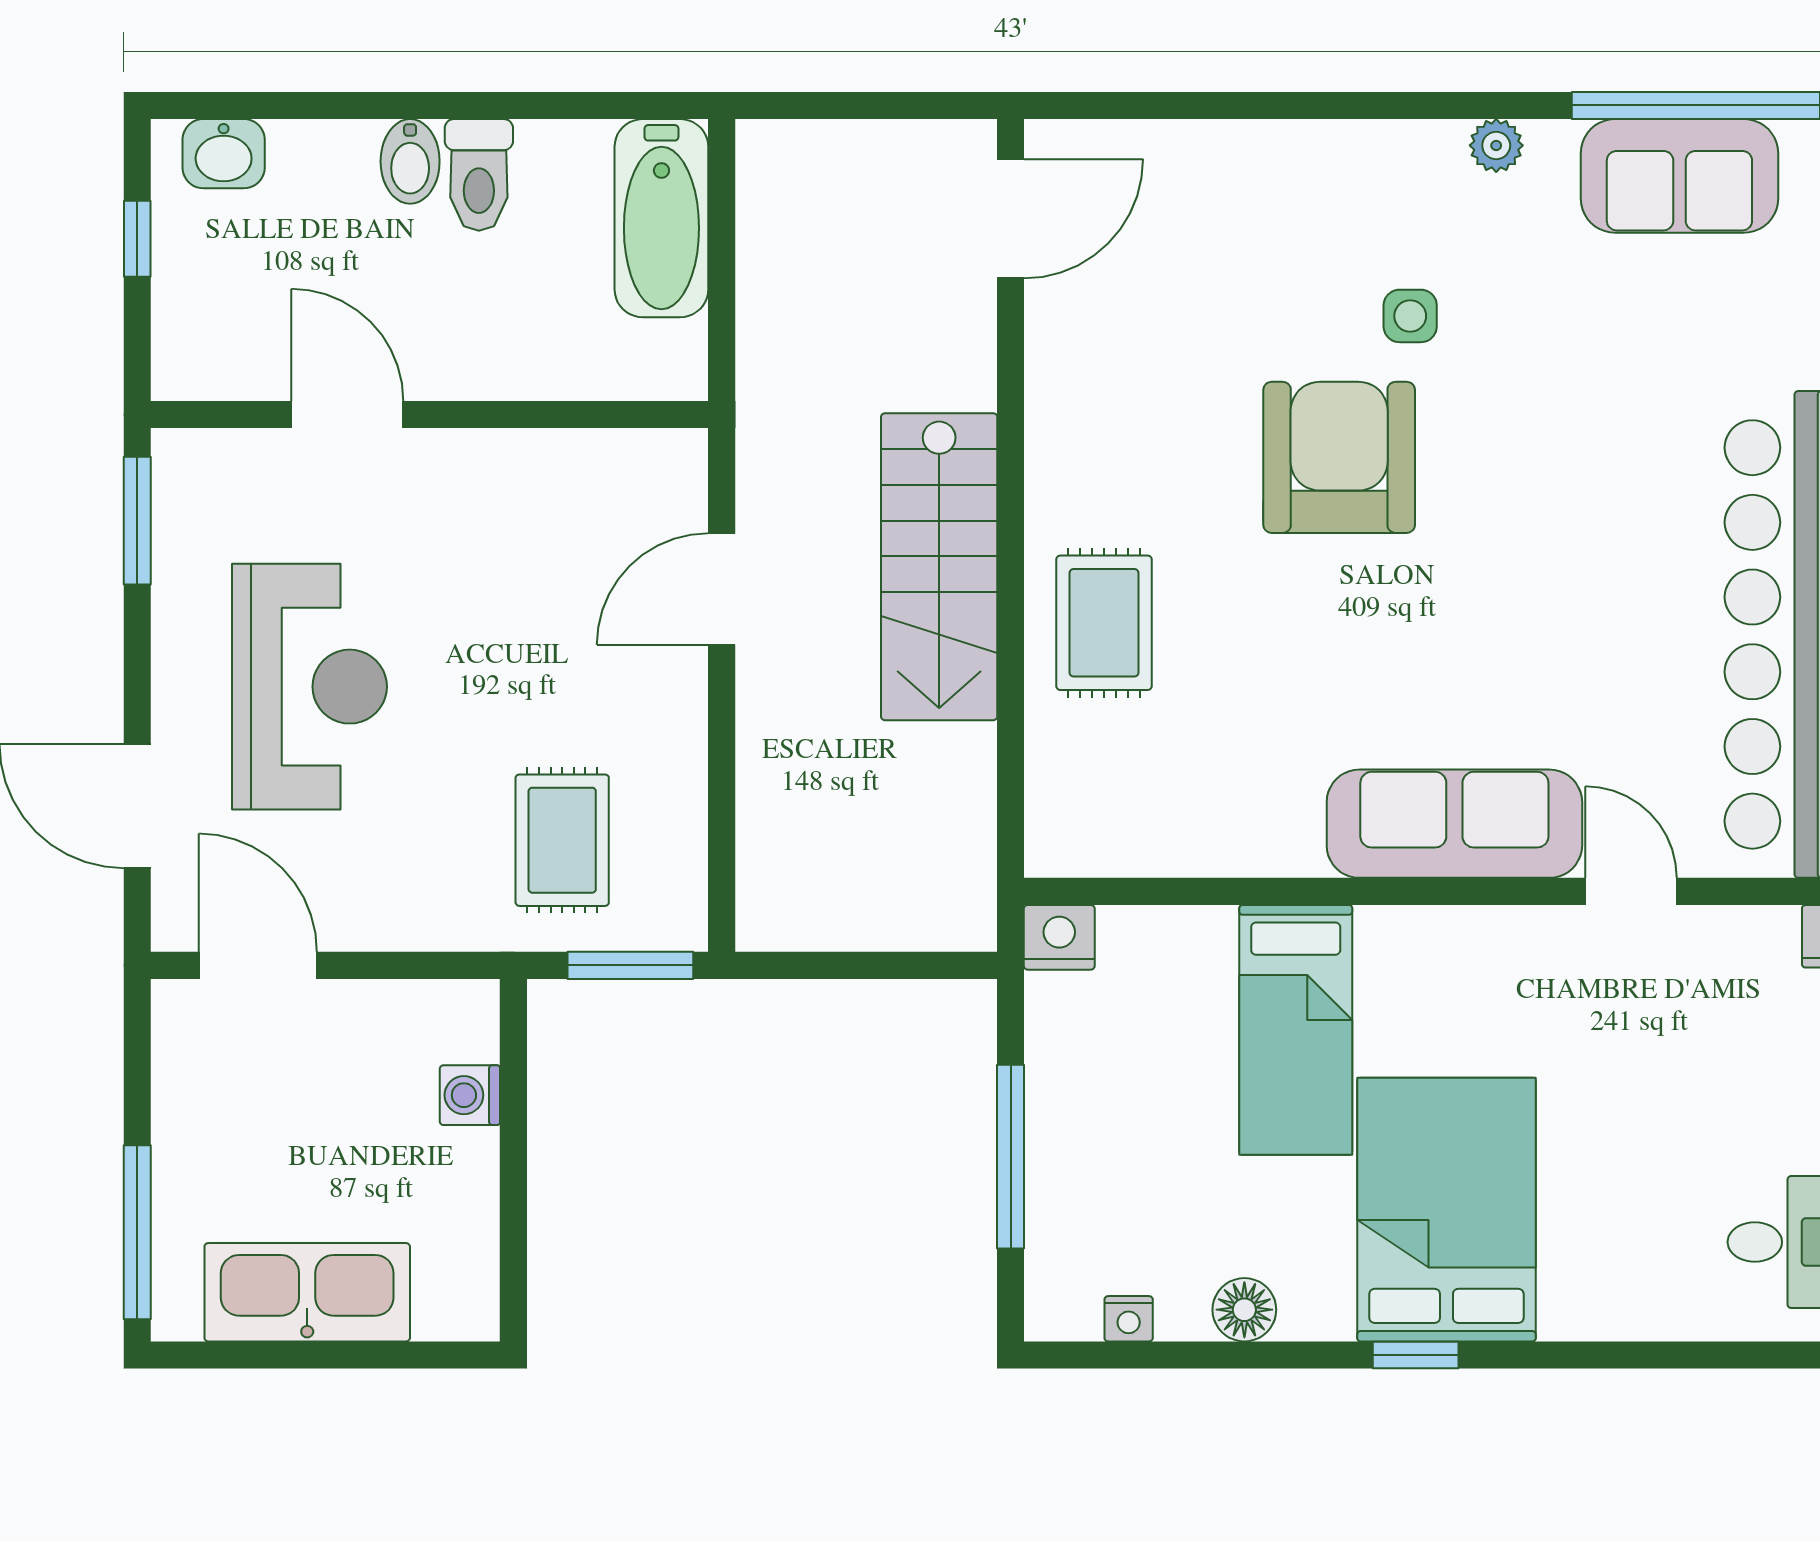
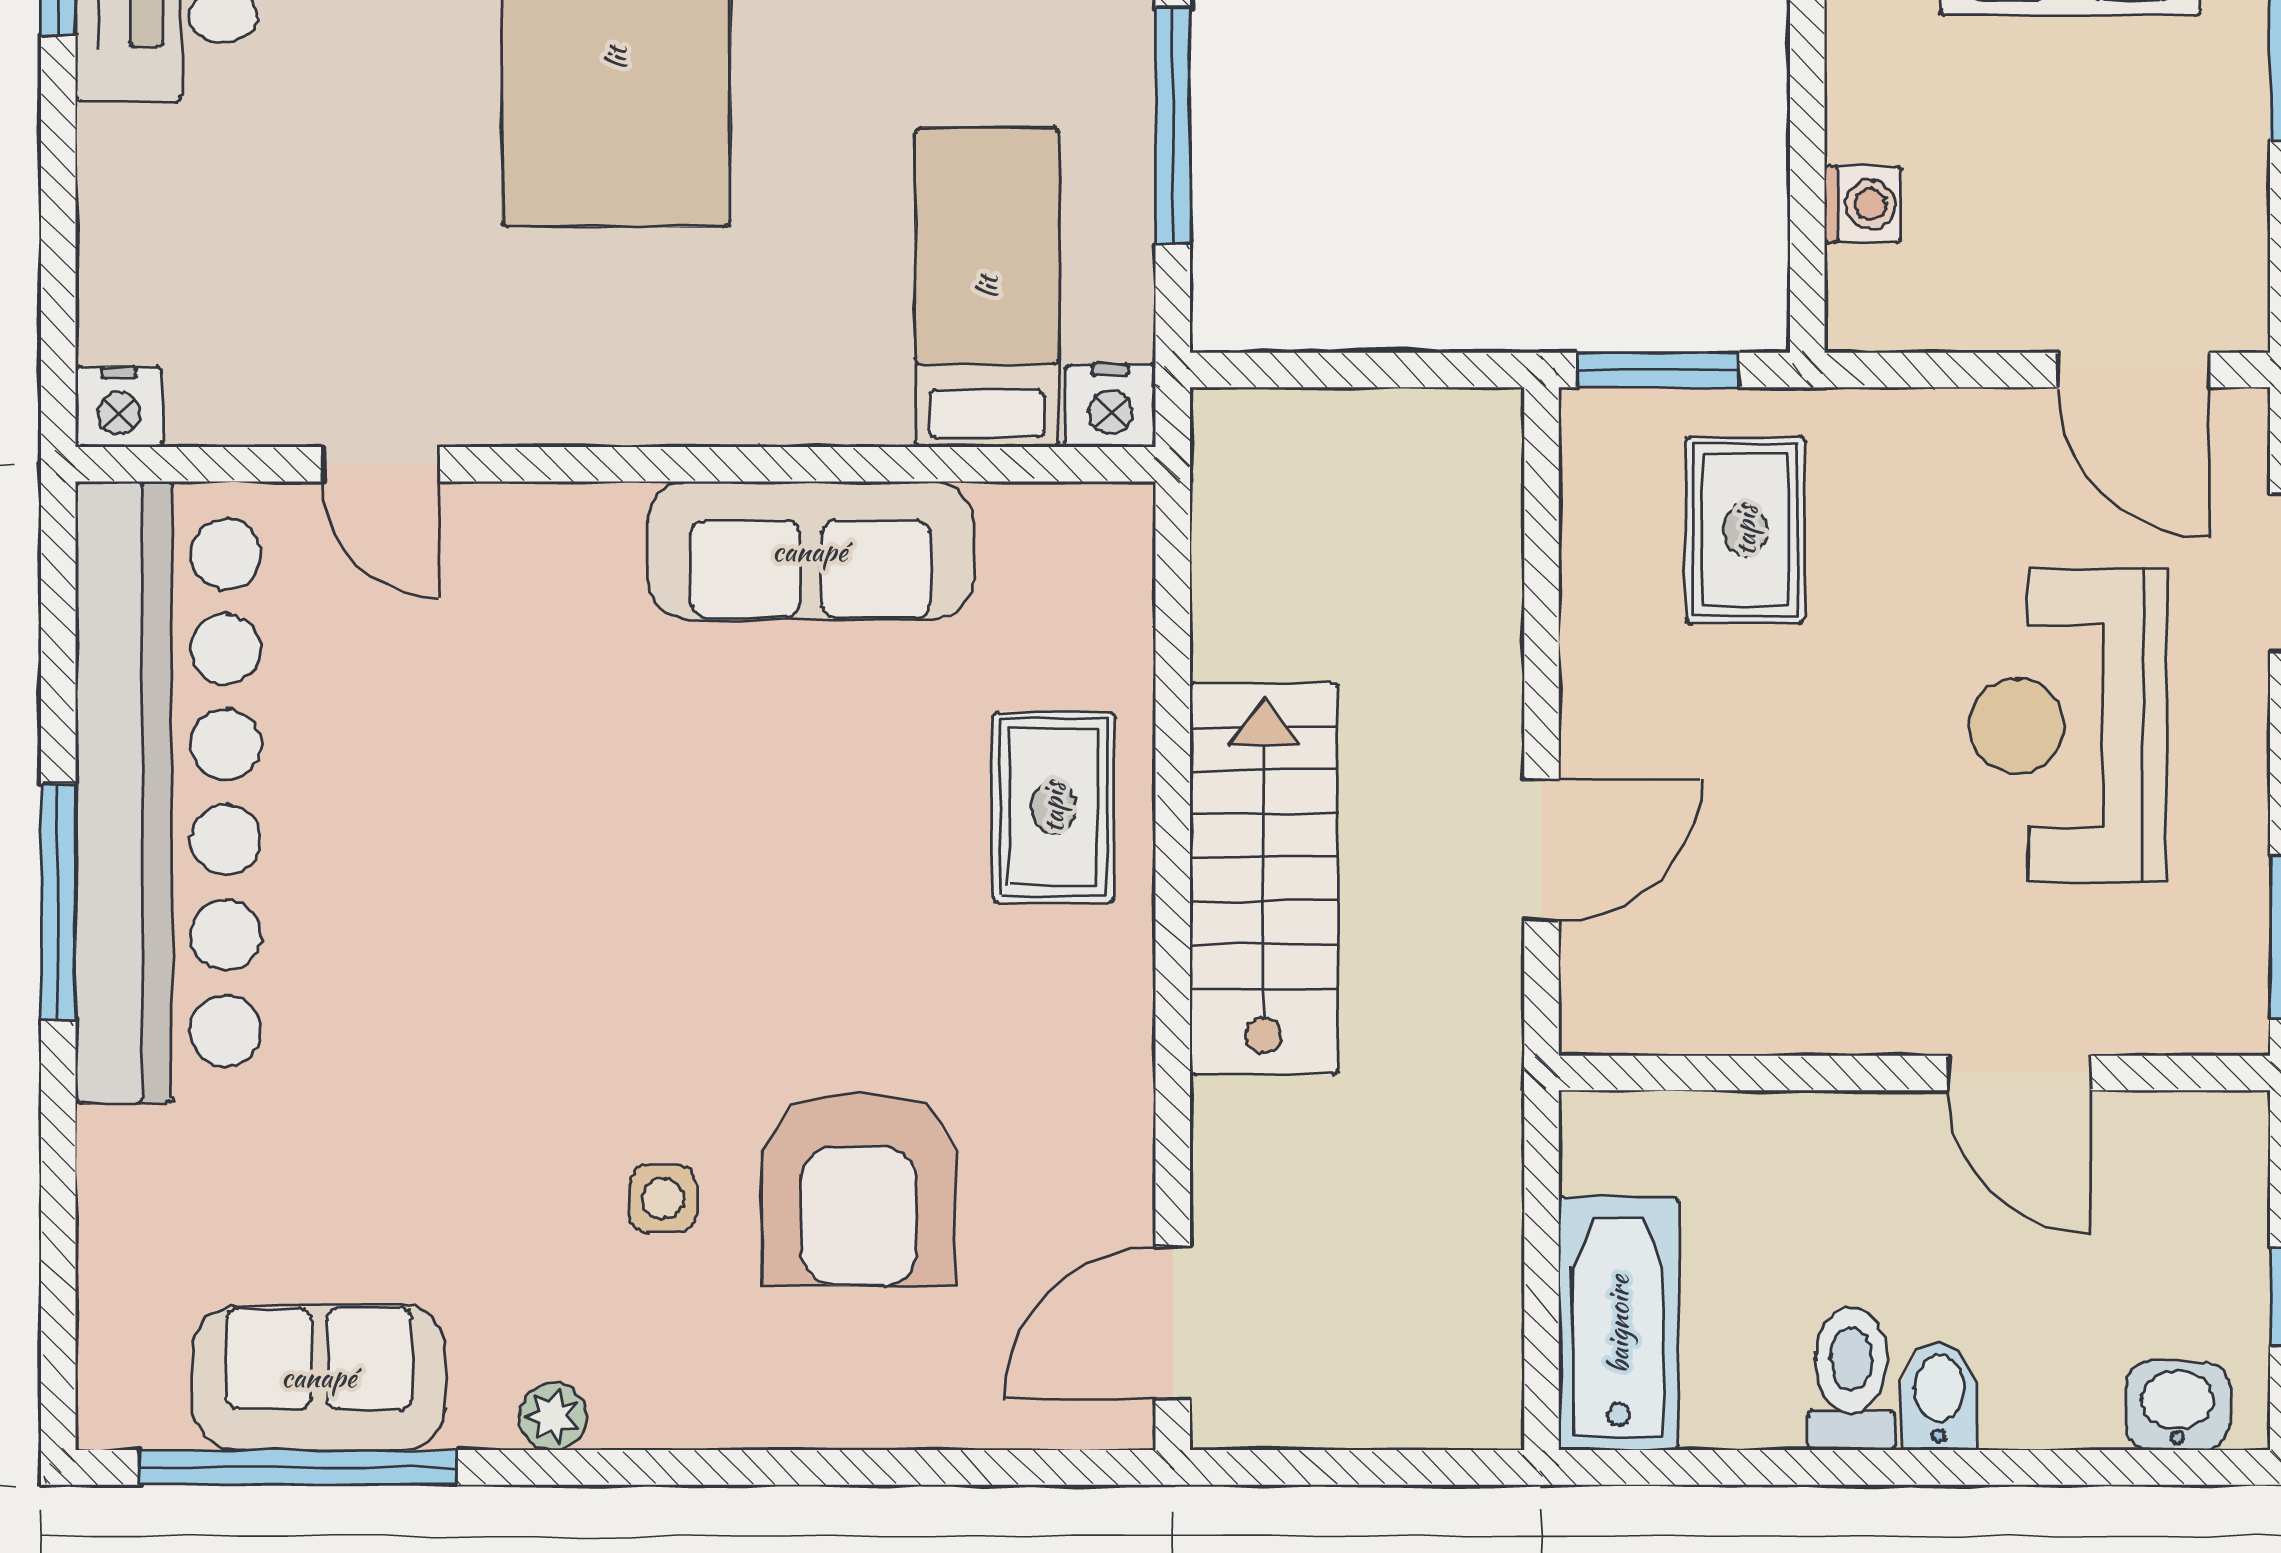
armchair: (1339, 457) -> (859, 1189), moved
sofa: (1454, 824) -> (810, 551), moved
bed: (1296, 1030) -> (987, 287), moved

